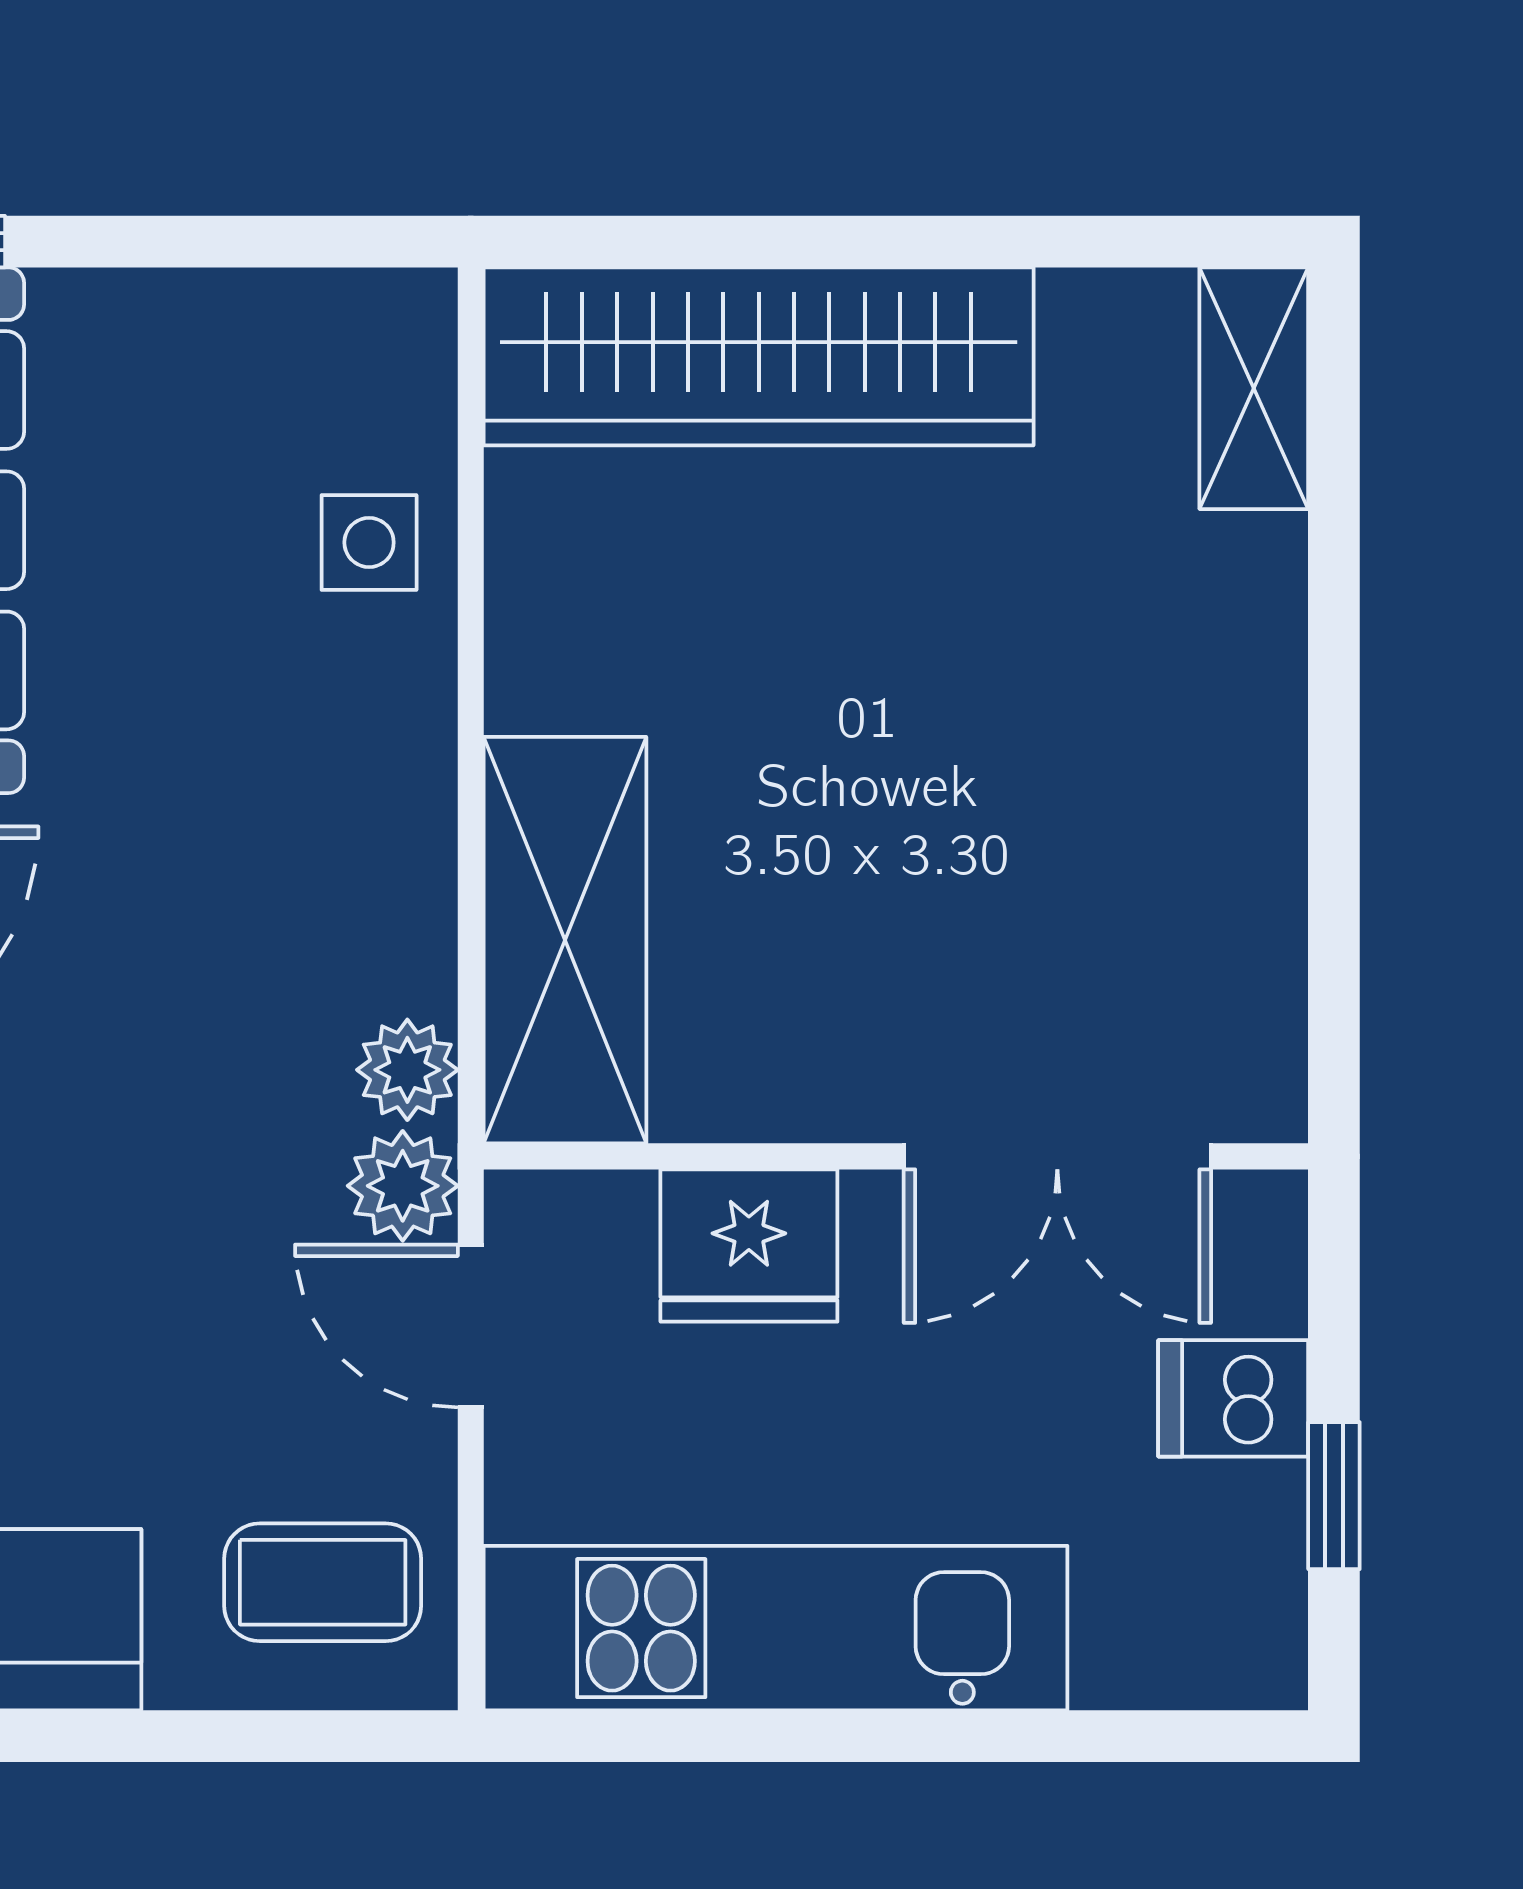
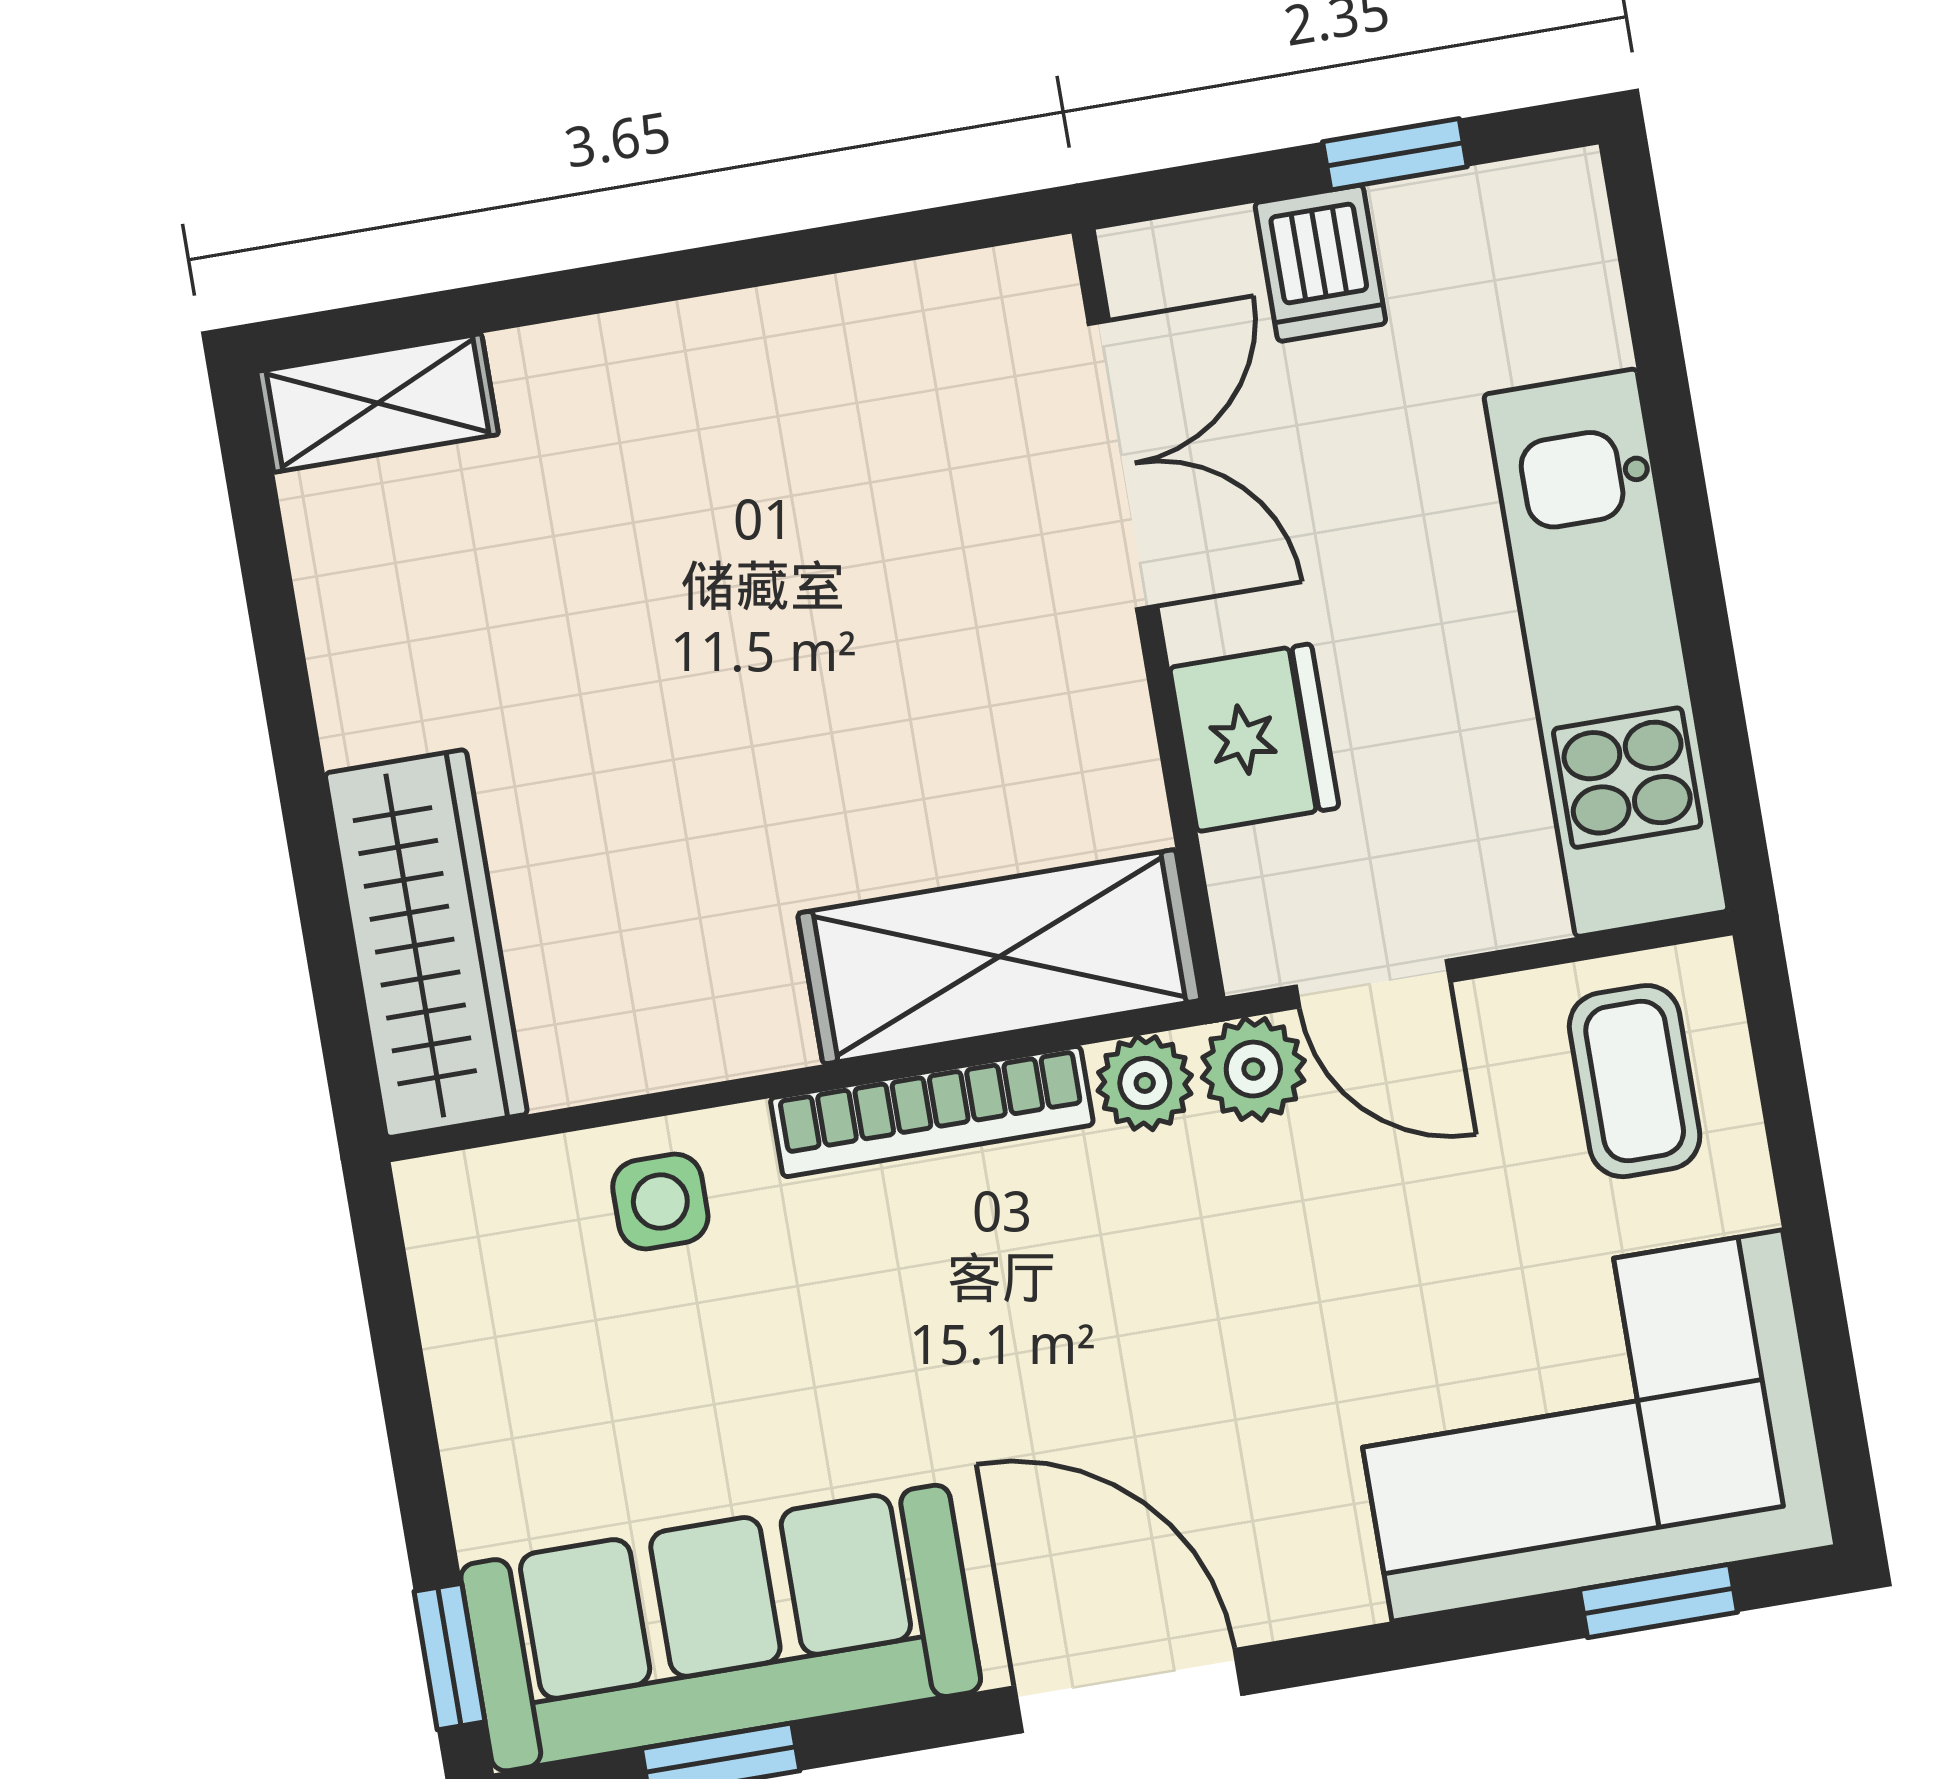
wardrobe: (759, 356) -> (426, 944), width x0.71, depth x0.85
bookcase: (415, 842) -> (932, 1112), added
door: (471, 1326) -> (1373, 984), hinge flipped

